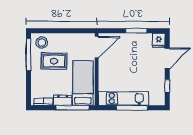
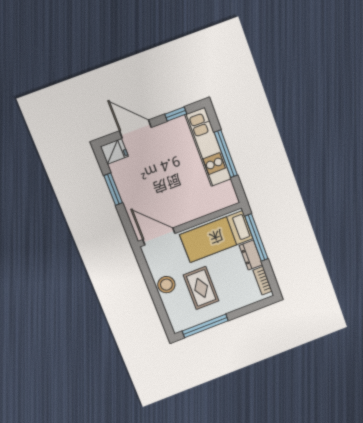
stool: (42, 42) -> (166, 285), moved
kitchen unit: (123, 98) -> (208, 147), moved

